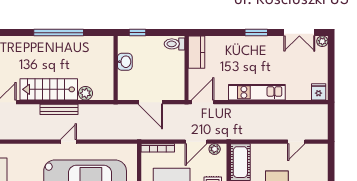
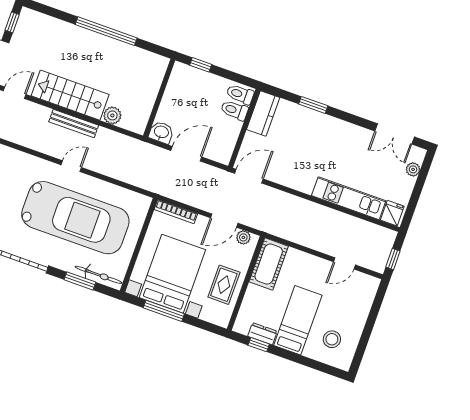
window: (256, 33) -> (313, 105), moved
plant: (322, 41) -> (413, 169), moved
toilet: (174, 57) -> (234, 110), added
washbasin: (125, 62) -> (161, 132), moved, turned -90
kitchen unit: (257, 92) -> (349, 198), moved
door: (150, 102) -> (186, 154), swing flipped
window: (331, 126) -> (393, 259), added

